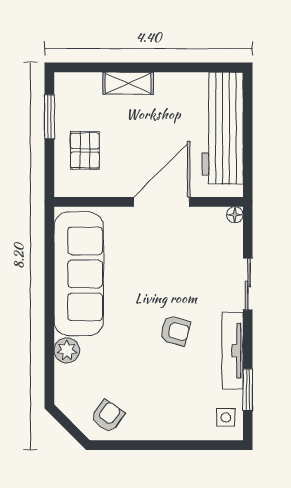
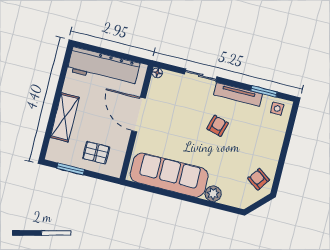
shelving: (128, 83) -> (65, 117), width x1.50, depth x1.33

